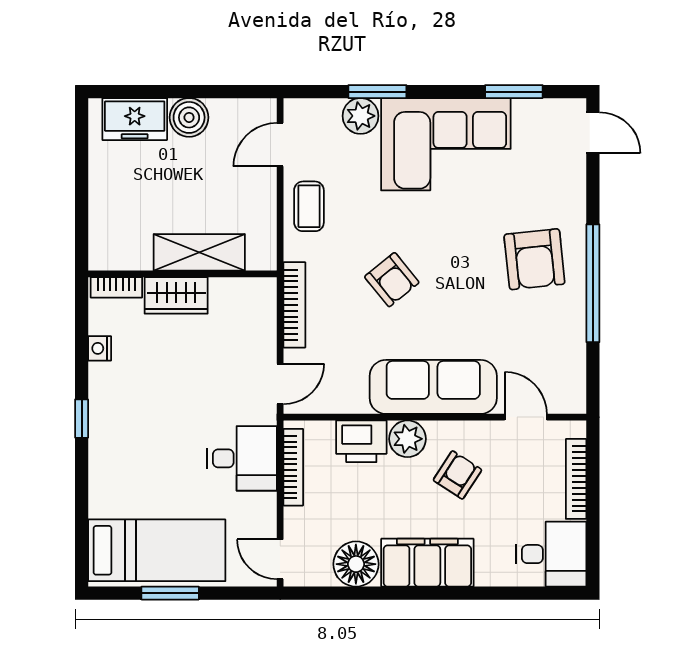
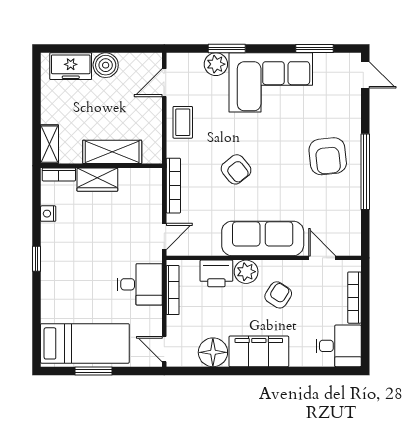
shelving: (102, 240) -> (49, 144), added

